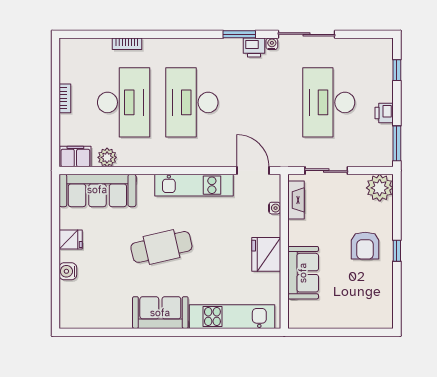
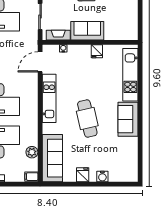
filing cabinet: (75, 157) -> (31, 177), width x0.50
fridge: (266, 254) -> (97, 51), width x0.53, depth x0.75
sofa: (303, 273) -> (87, 31), moved

